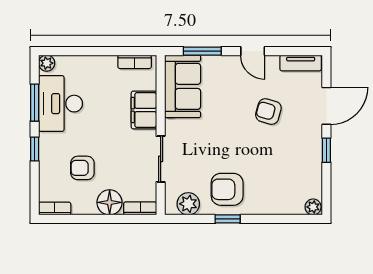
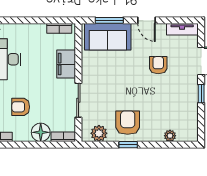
sofa: (183, 86) -> (108, 37), moved, turned 90
armchair: (268, 112) -> (158, 65), turned 74
armchair: (227, 189) -> (128, 123), turned 90
plant: (313, 207) -> (170, 136), moved

